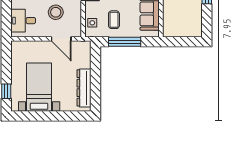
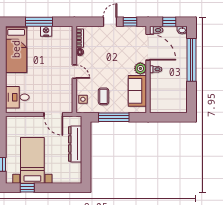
stool: (56, 12) -> (48, 89), removed
dresser: (84, 88) -> (75, 144), moved
window: (34, 116) -> (27, 188), added

